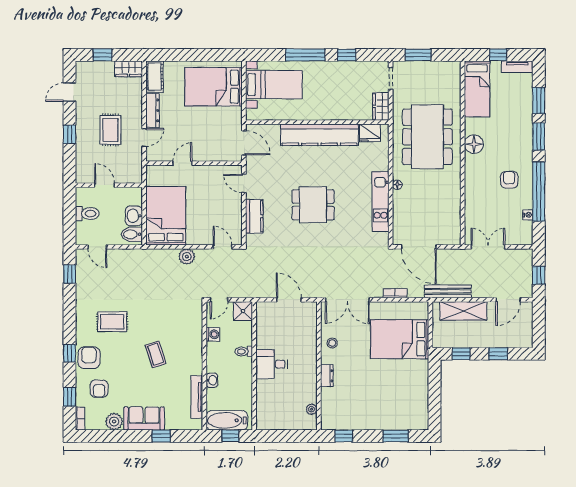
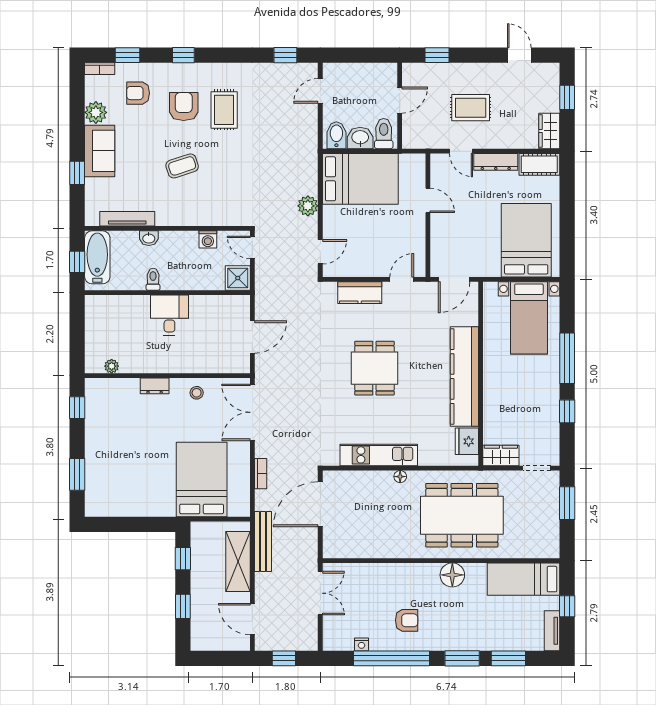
window: (70, 134) -> (437, 55), moved
toilet: (87, 214) -> (384, 134), moved, turned 180
toilet: (244, 352) -> (153, 279), moved
armchair: (89, 358) -> (184, 107), moved, turned -90

